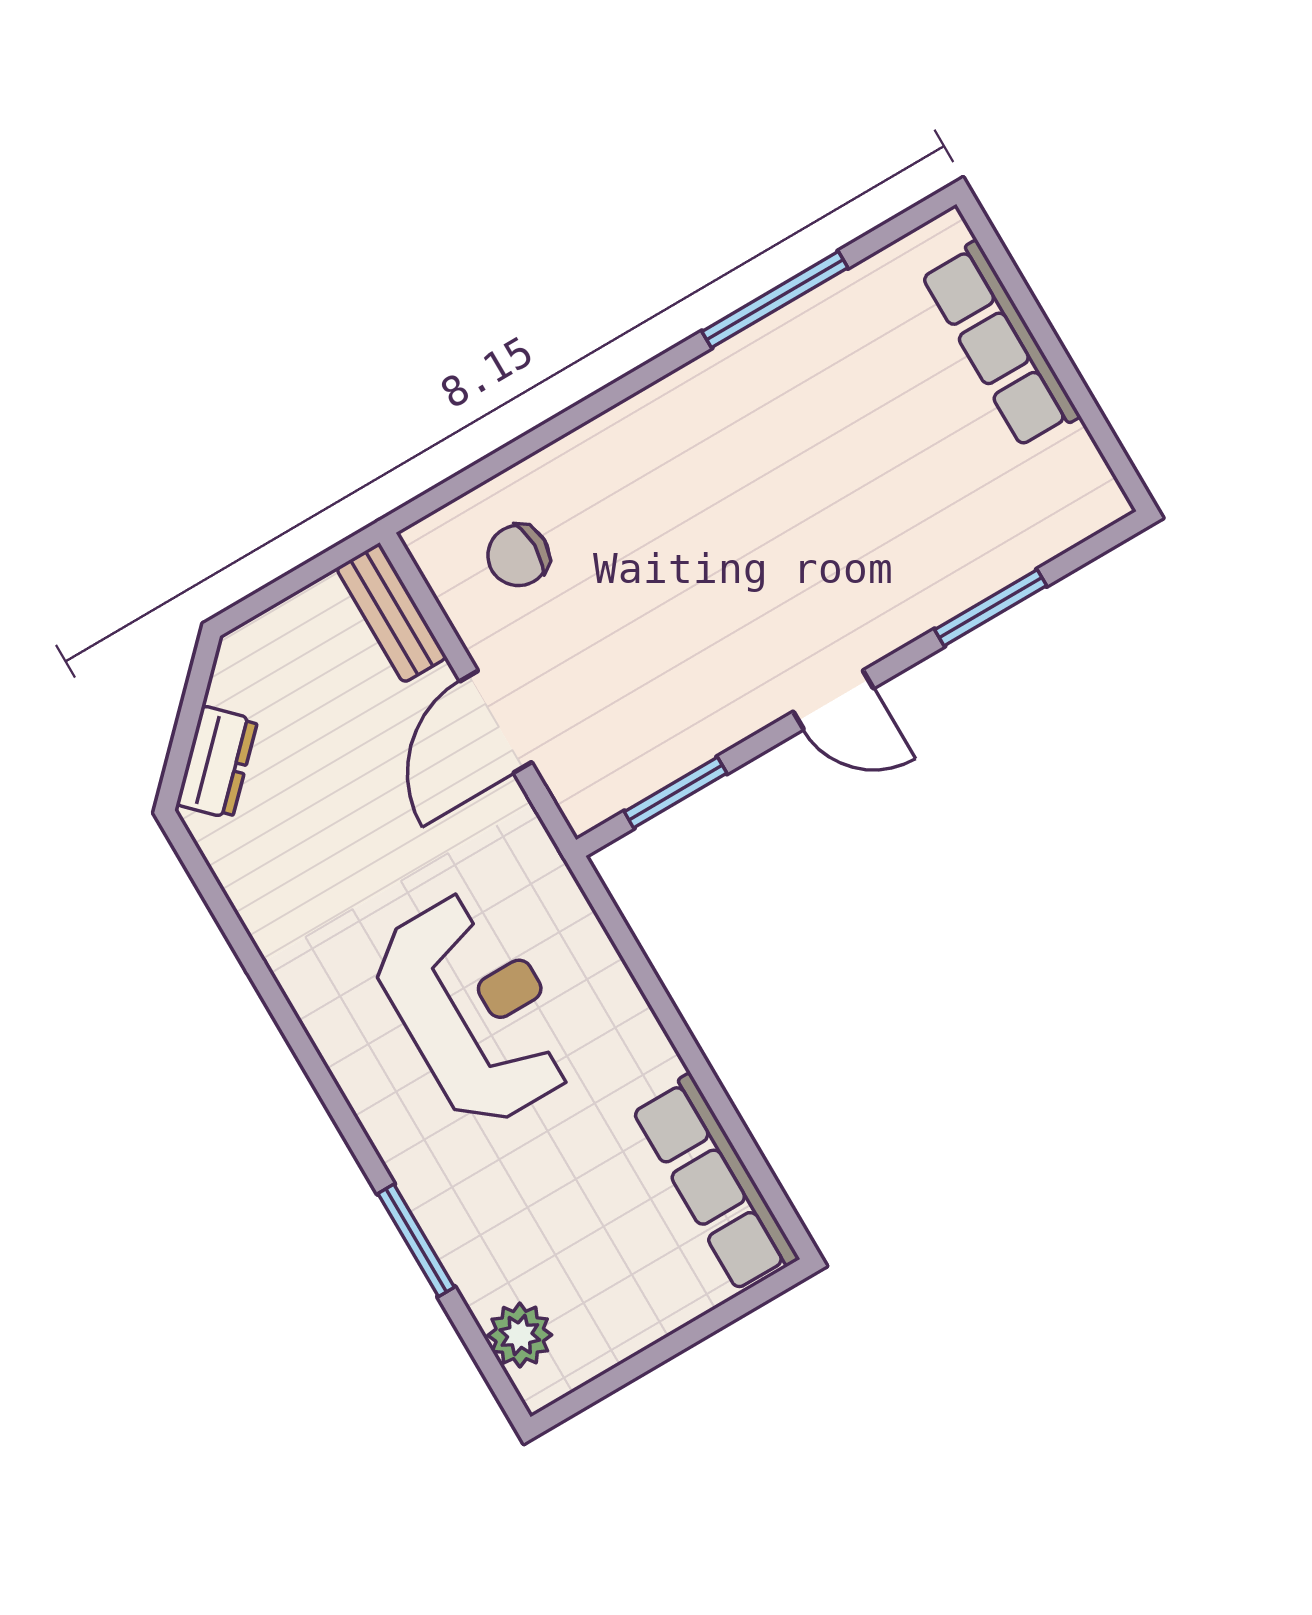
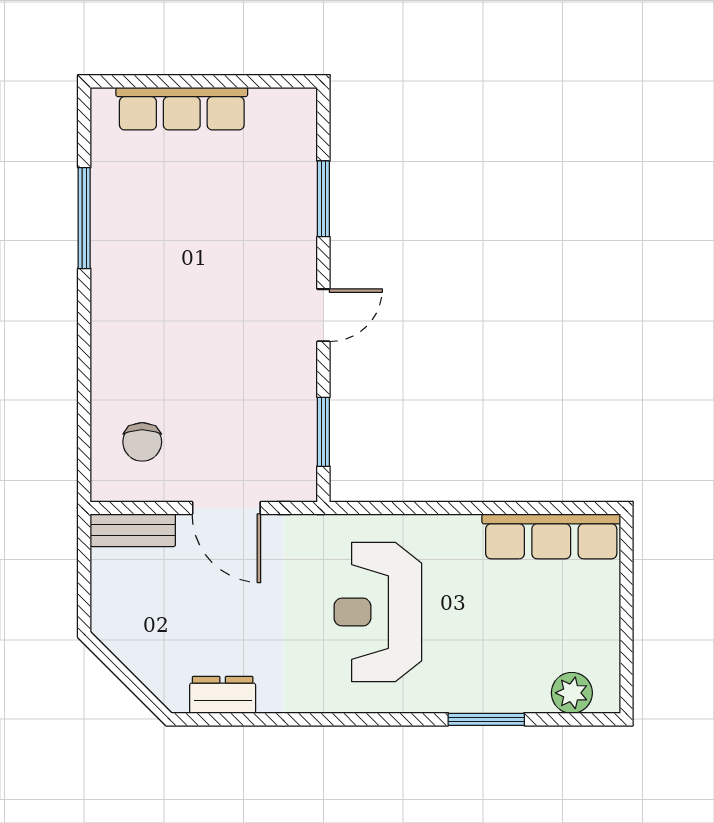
dresser: (217, 762) -> (223, 695), moved, turned -45
reception desk: (475, 1009) -> (378, 612), turned -90

